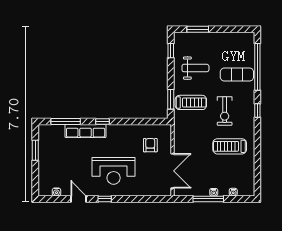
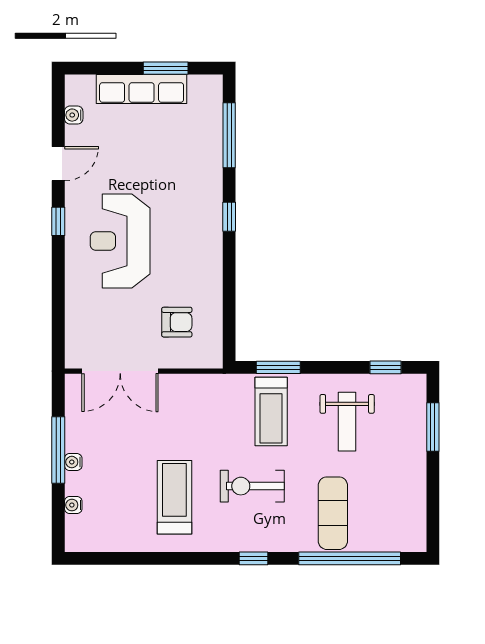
row of seats: (86, 131) -> (142, 89), moved, turned -90

